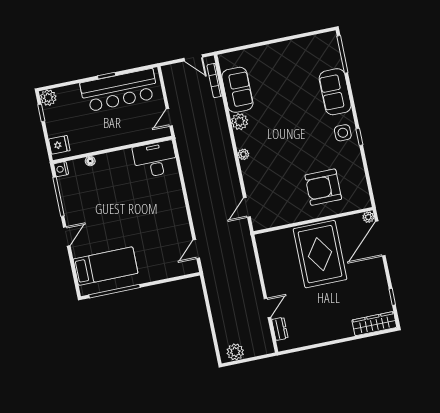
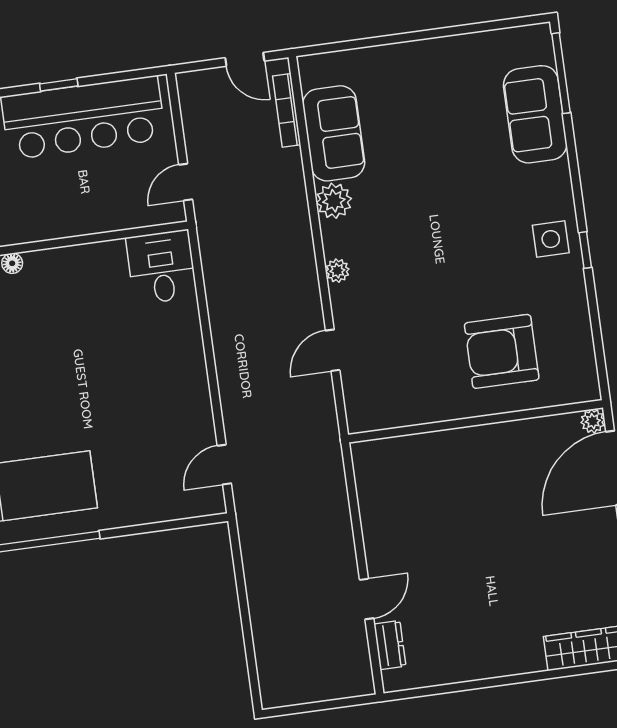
sofa: (335, 92) -> (535, 114), moved
desk: (155, 159) -> (161, 267), width x0.73
door: (247, 207) -> (333, 350), moved
rug: (320, 254) -> (485, 493), removed
plant: (235, 352) -> (292, 688), removed

